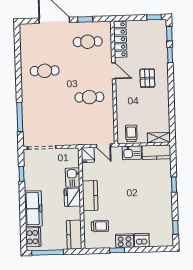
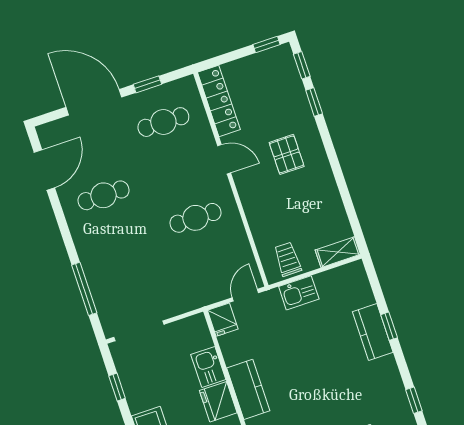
door: (18, 48) -> (44, 170), added
door: (103, 146) -> (245, 295), swing flipped
kitchen counter: (156, 152) -> (373, 332), moved, turned 90

